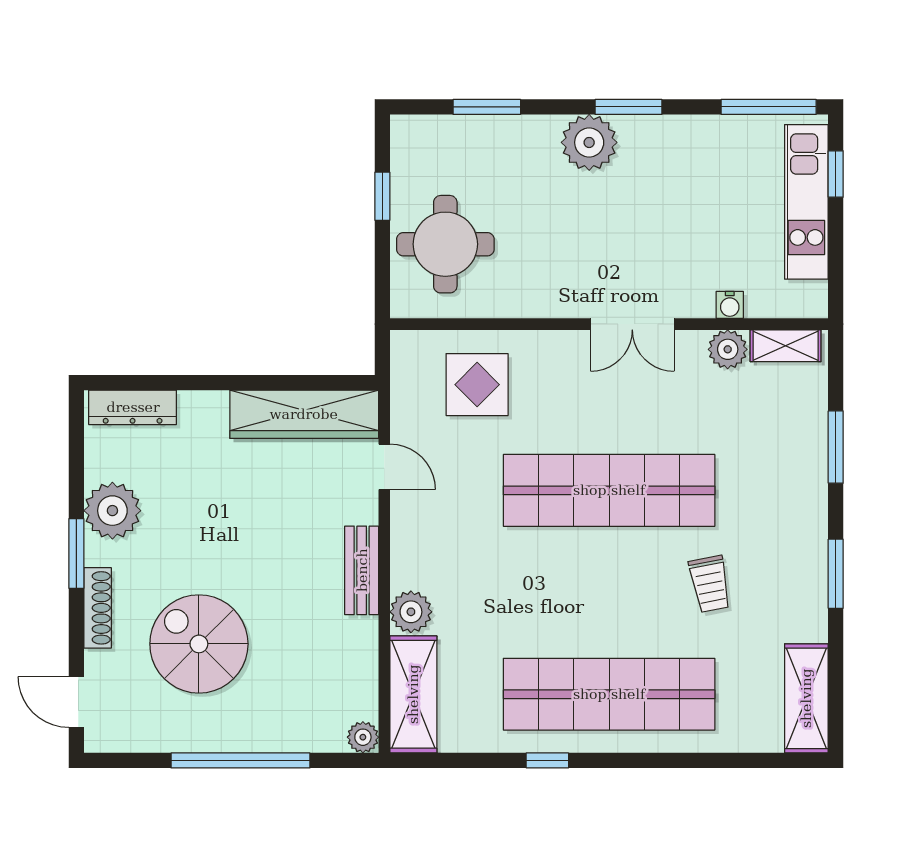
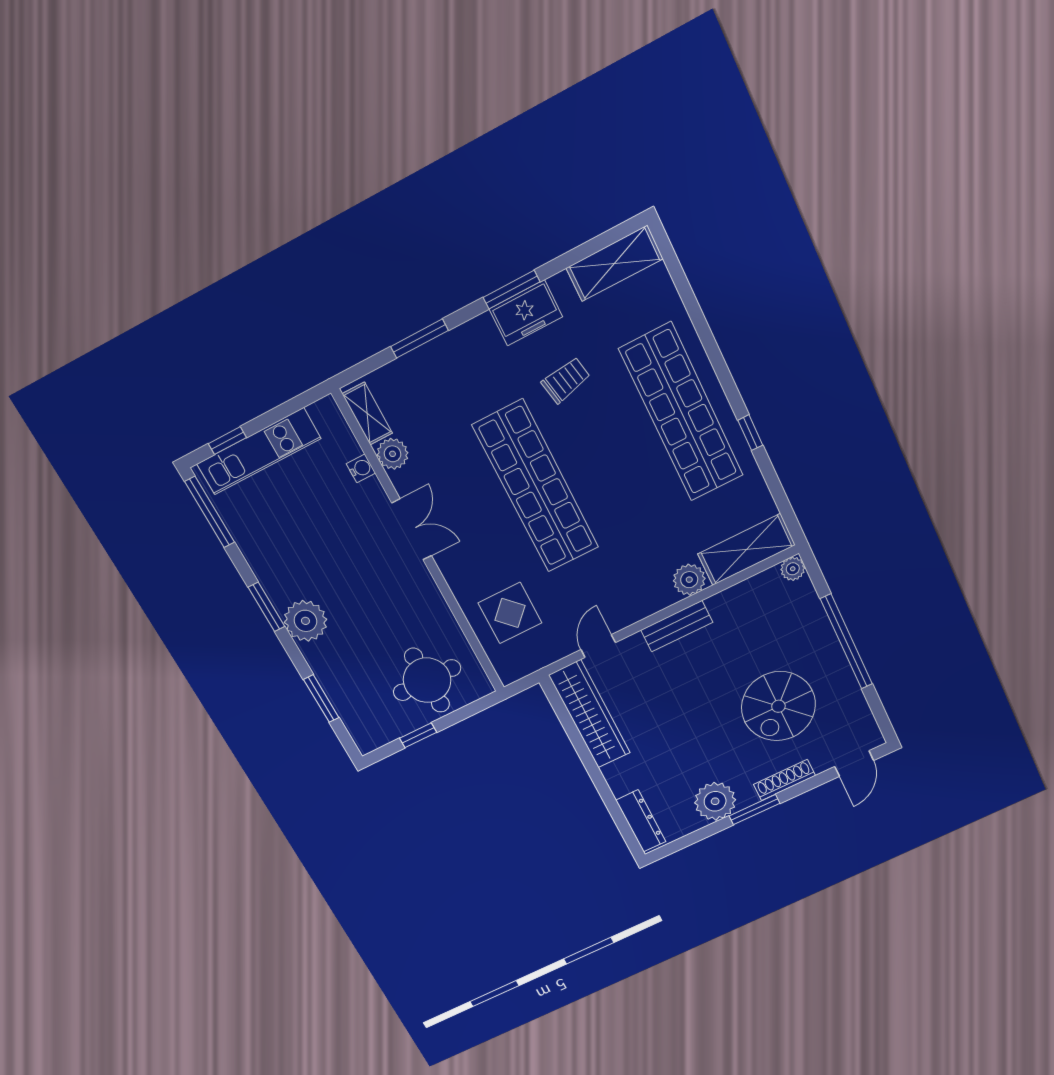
freezer: (804, 577) -> (526, 313), added

